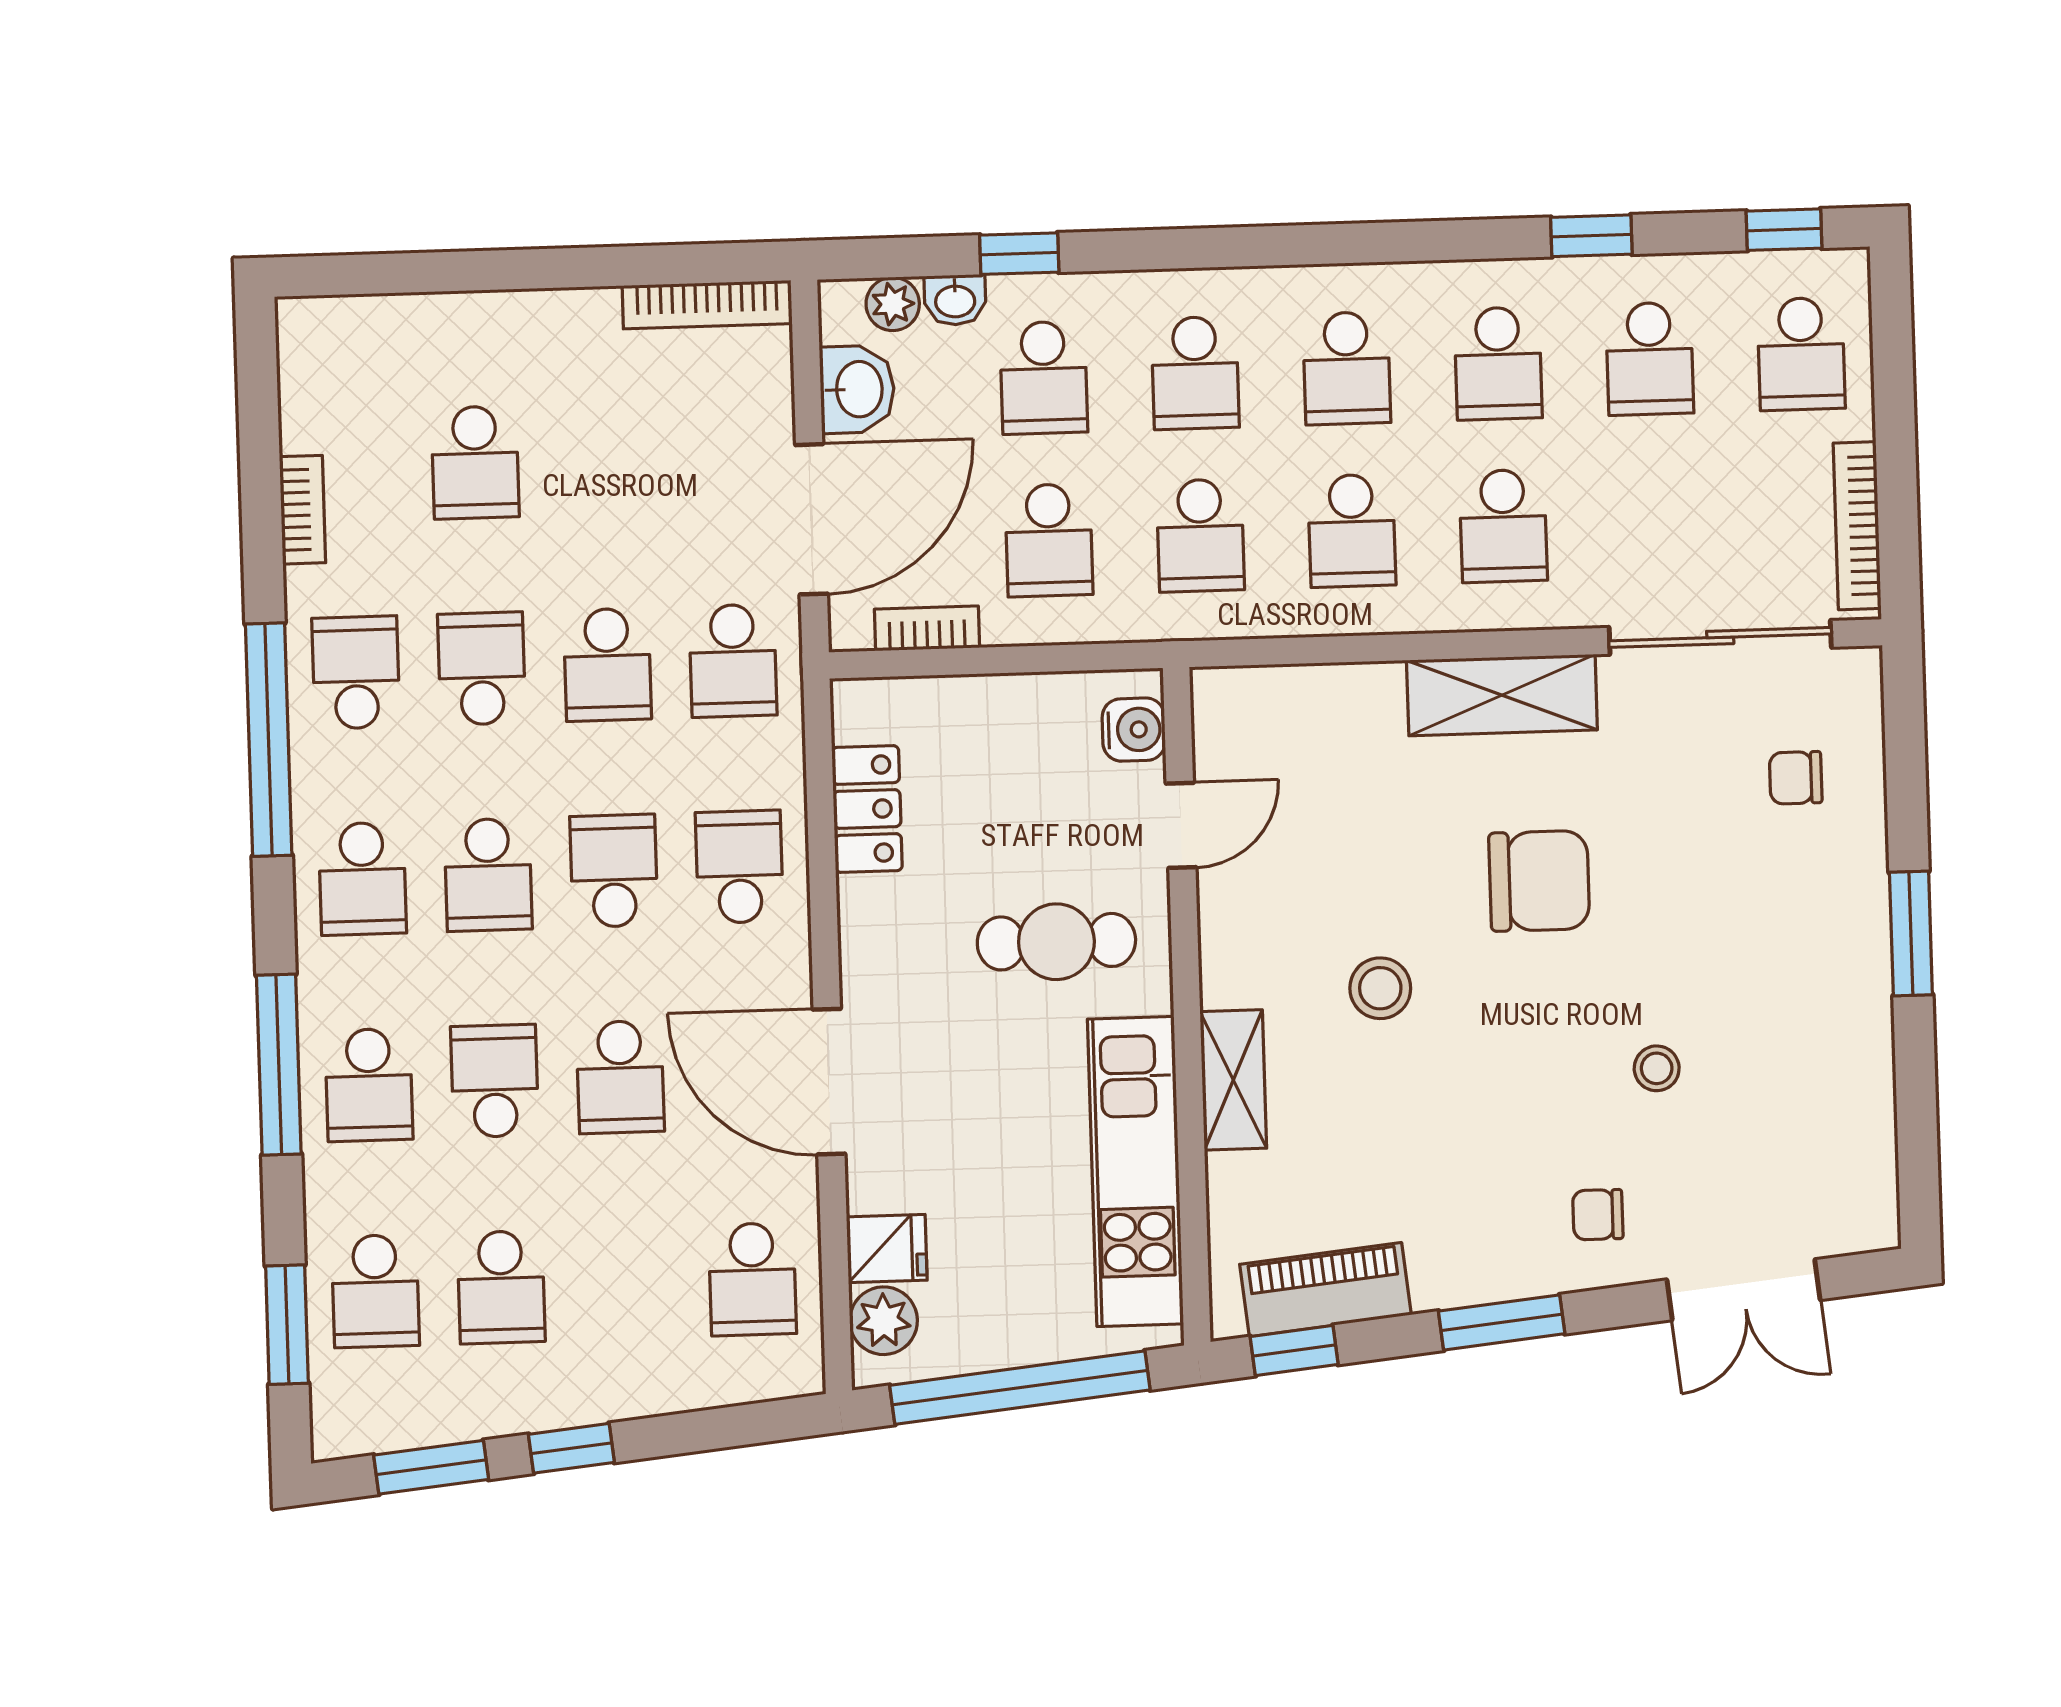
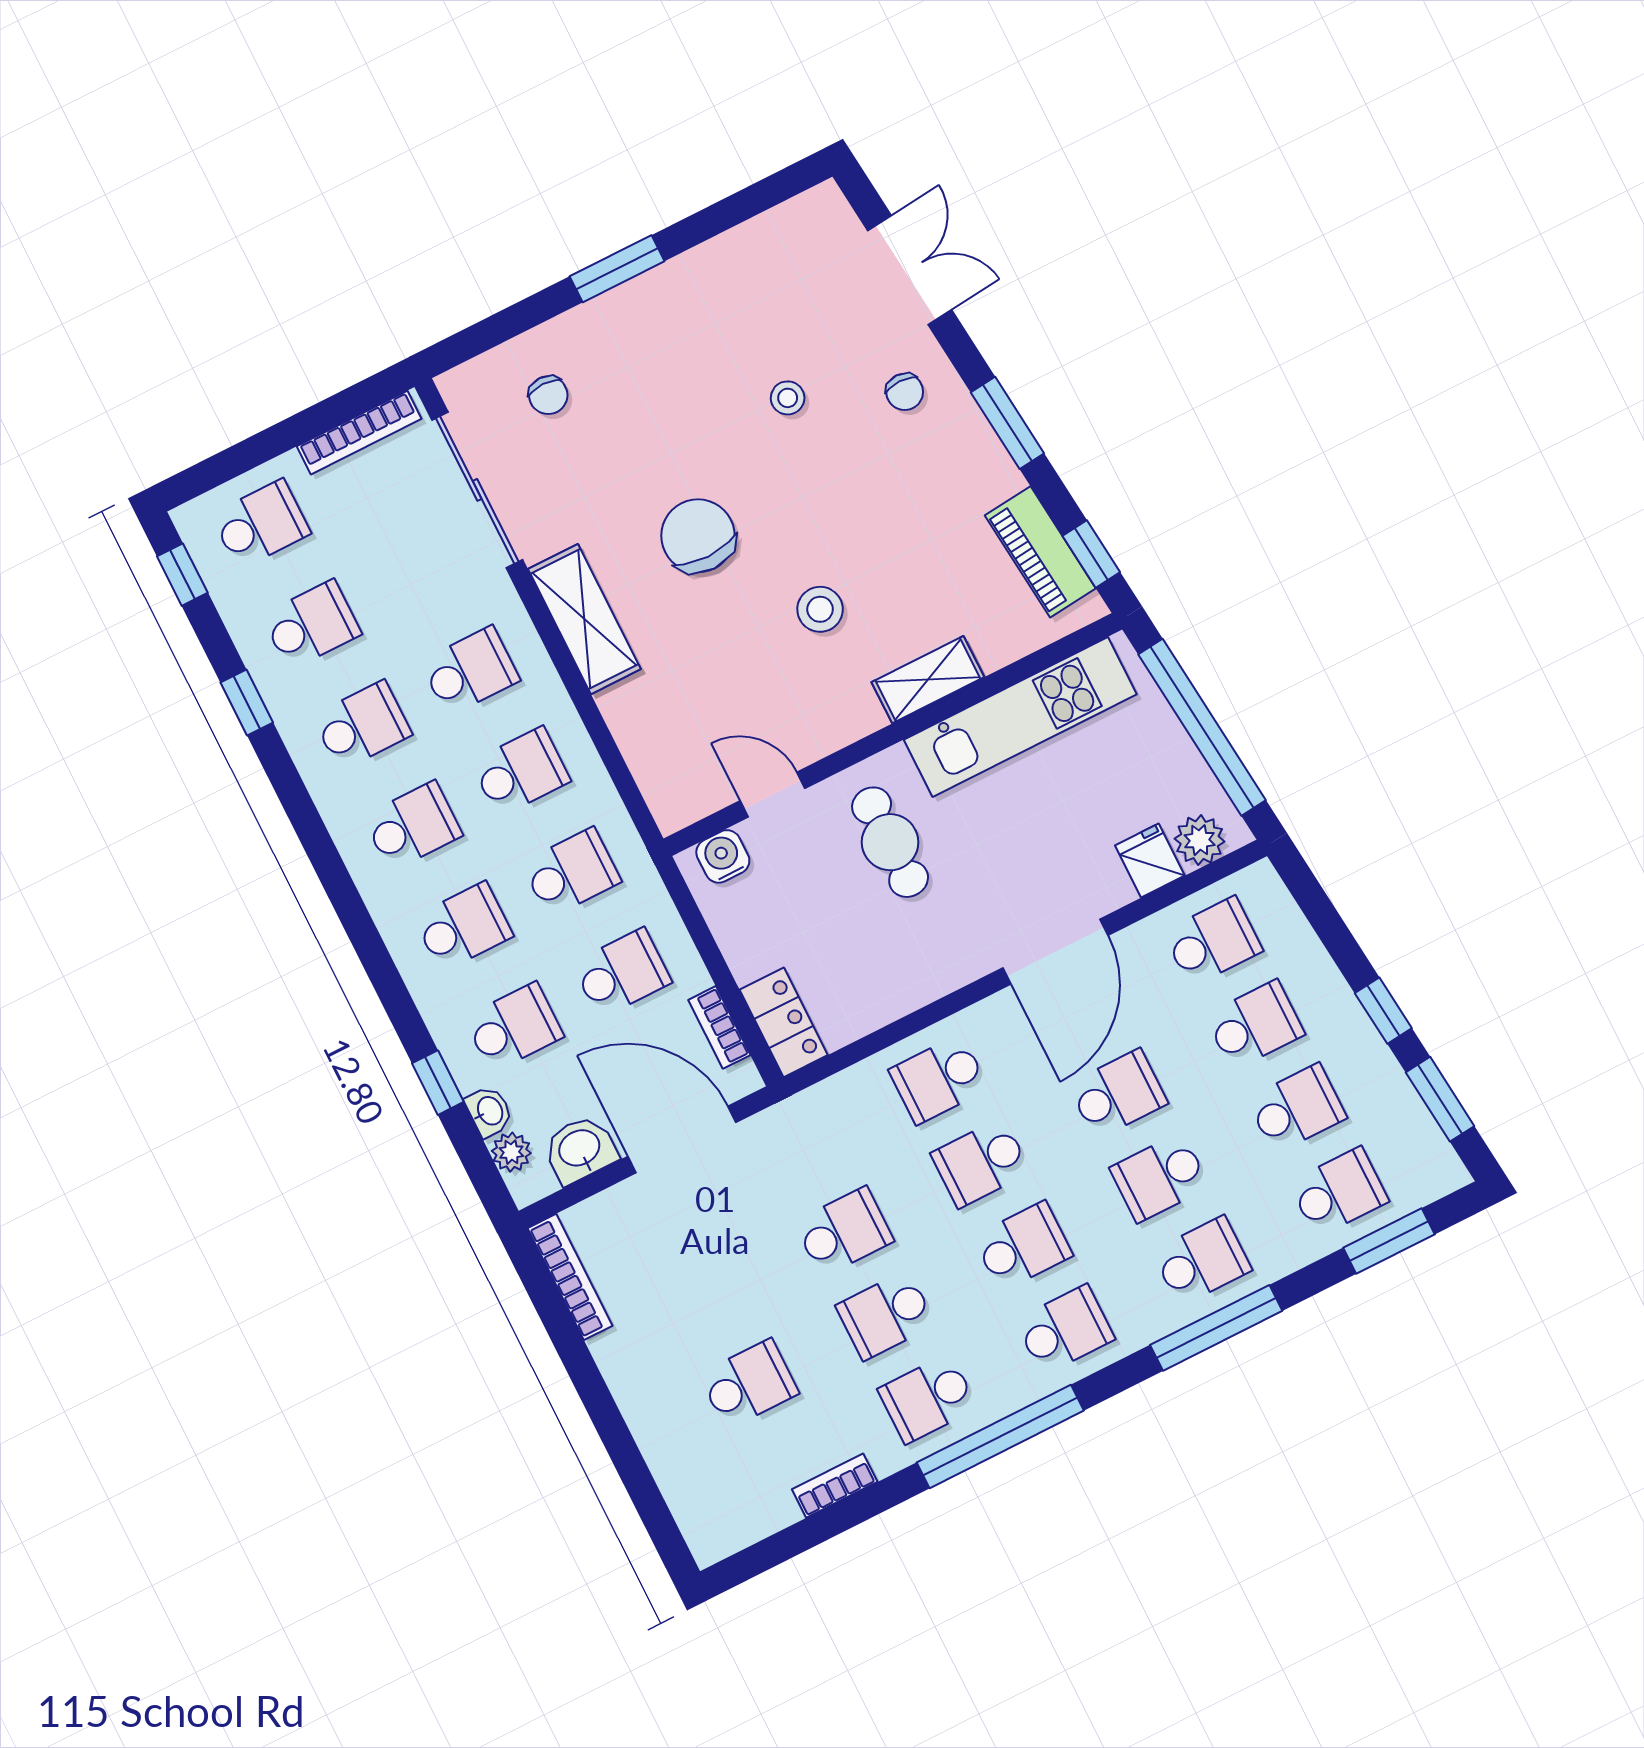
school desk: (733, 661) -> (1255, 1025), moved
locker: (867, 809) -> (784, 1022), moved, turned 90

